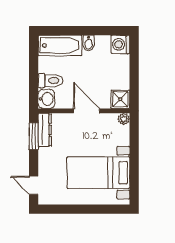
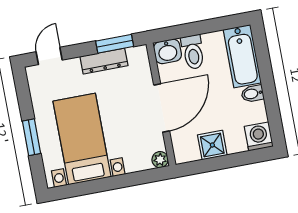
shower: (120, 99) -> (212, 145), moved
door: (87, 111) -> (162, 108), width x1.36
dresser: (45, 130) -> (104, 61), moved
window: (90, 209) -> (31, 137), added

